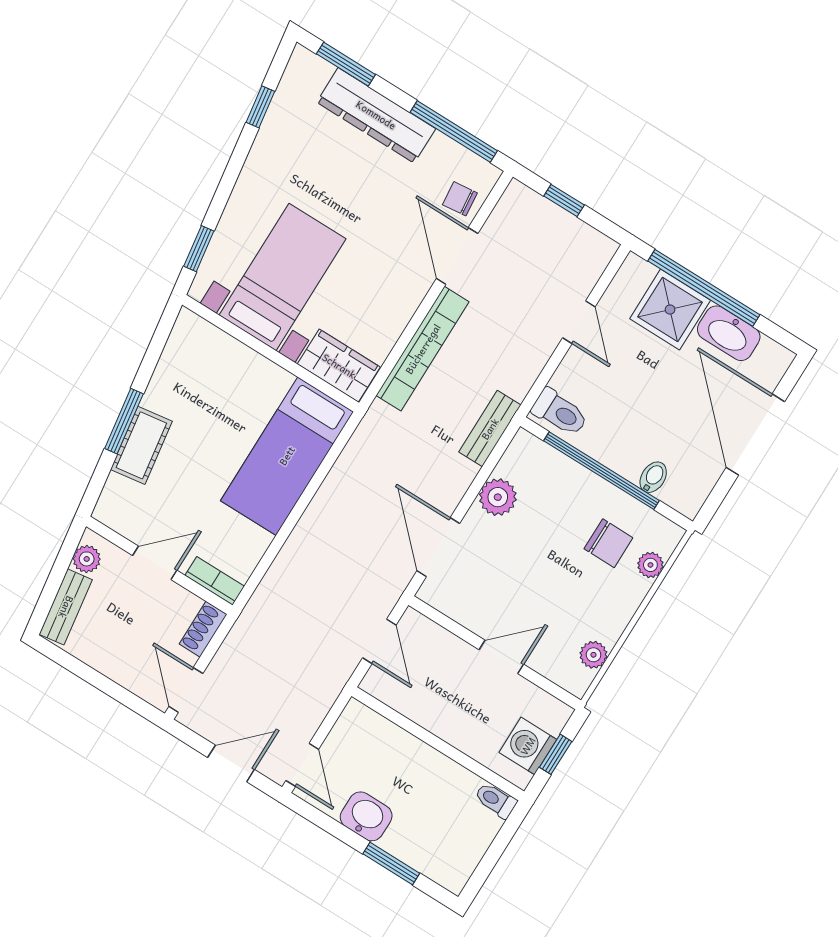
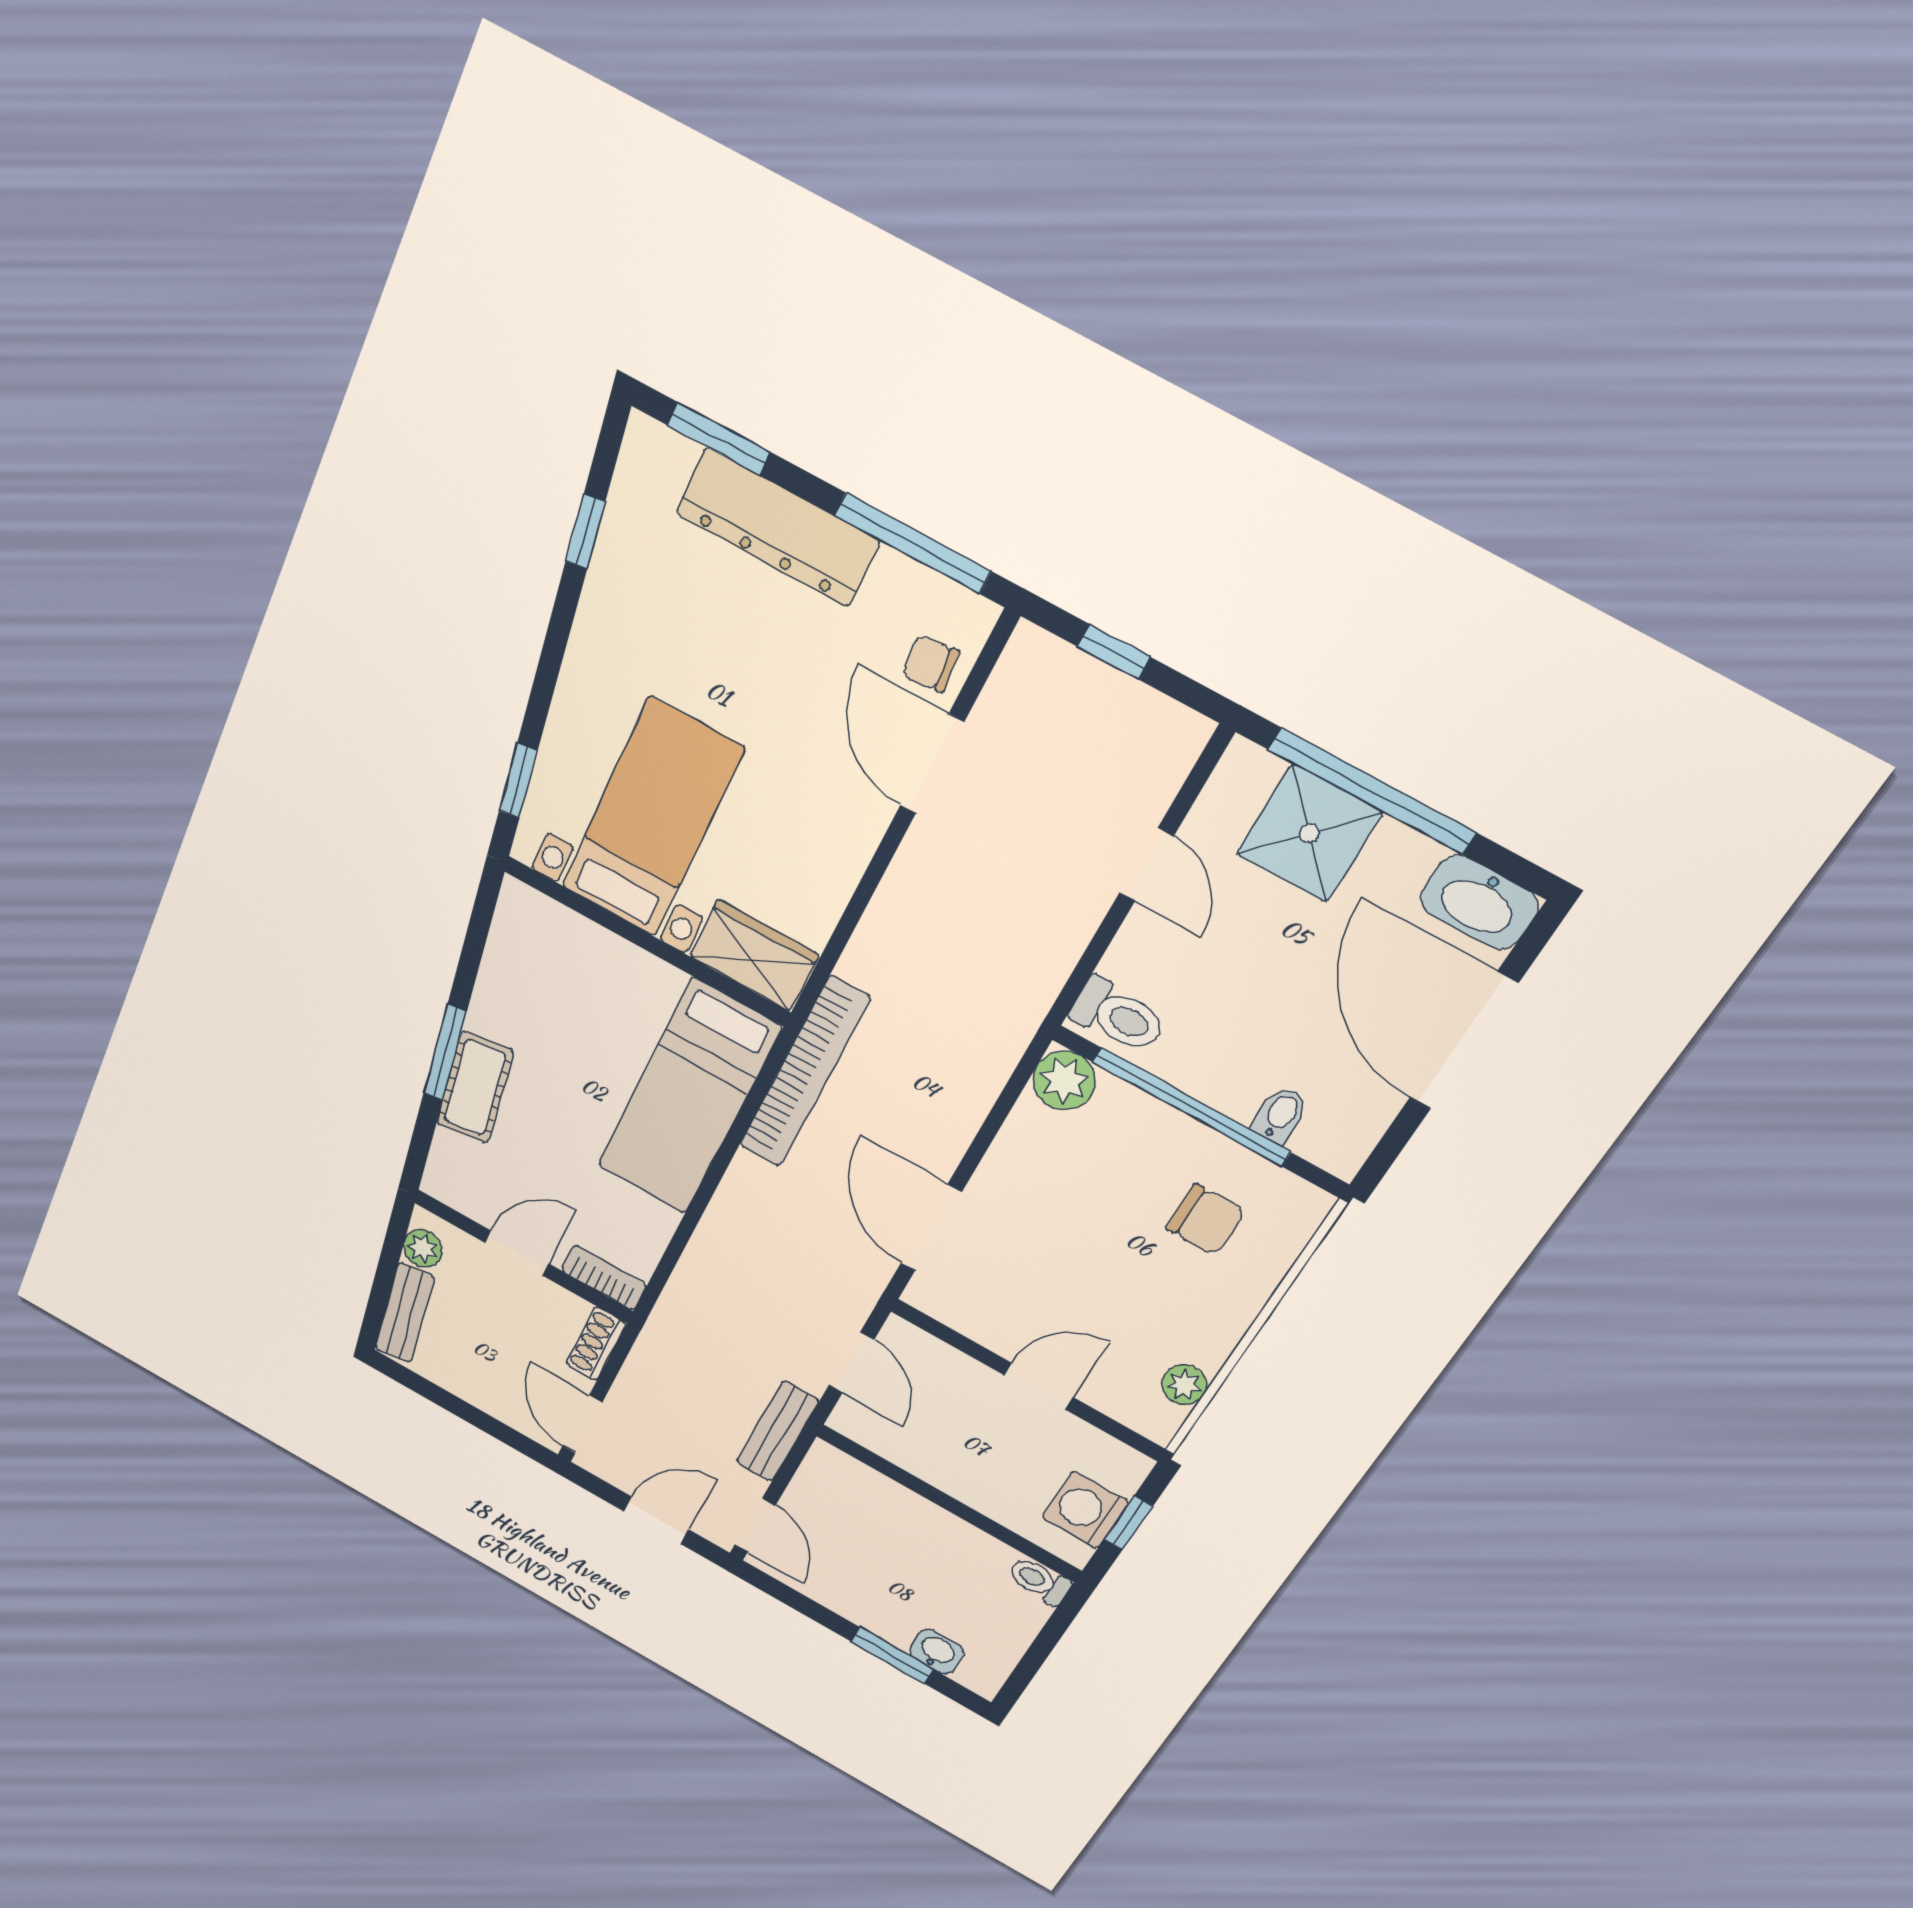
washbasin: (729, 333) -> (1479, 902), moved
bookcase: (423, 349) -> (804, 1072), moved
bench: (490, 429) -> (778, 1431), moved
plant: (498, 497) -> (1064, 1080), moved
plant: (650, 565) -> (1277, 1252), removed
washbasin: (366, 816) -> (937, 1652), moved, width x0.72, depth x0.69

